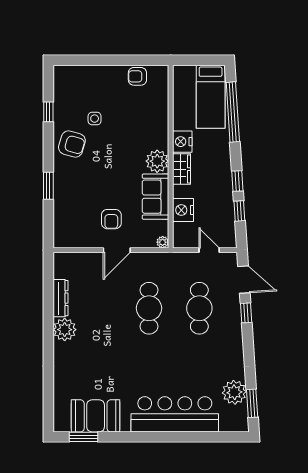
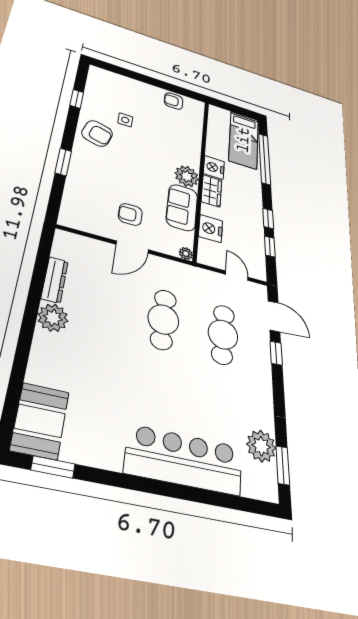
armchair: (111, 219) -> (130, 214), turned 90
booth: (96, 416) -> (40, 421), moved, turned 90

